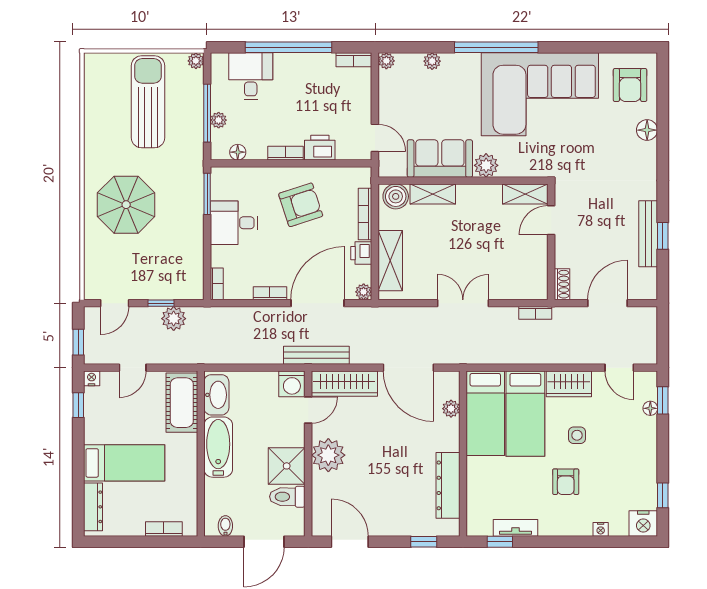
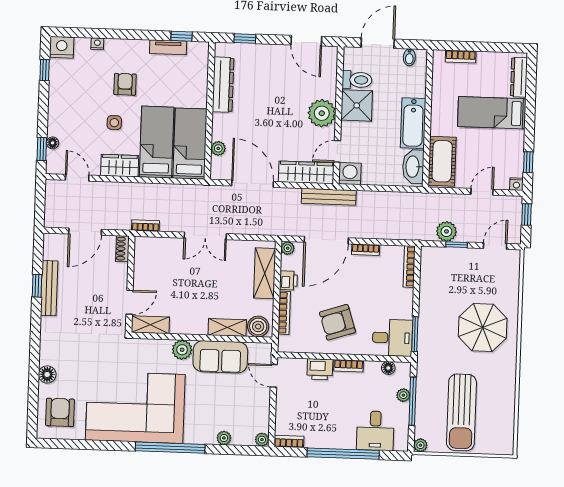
desk: (234, 223) -> (392, 338), moved
bookcase: (217, 284) -> (409, 266), width x1.56

